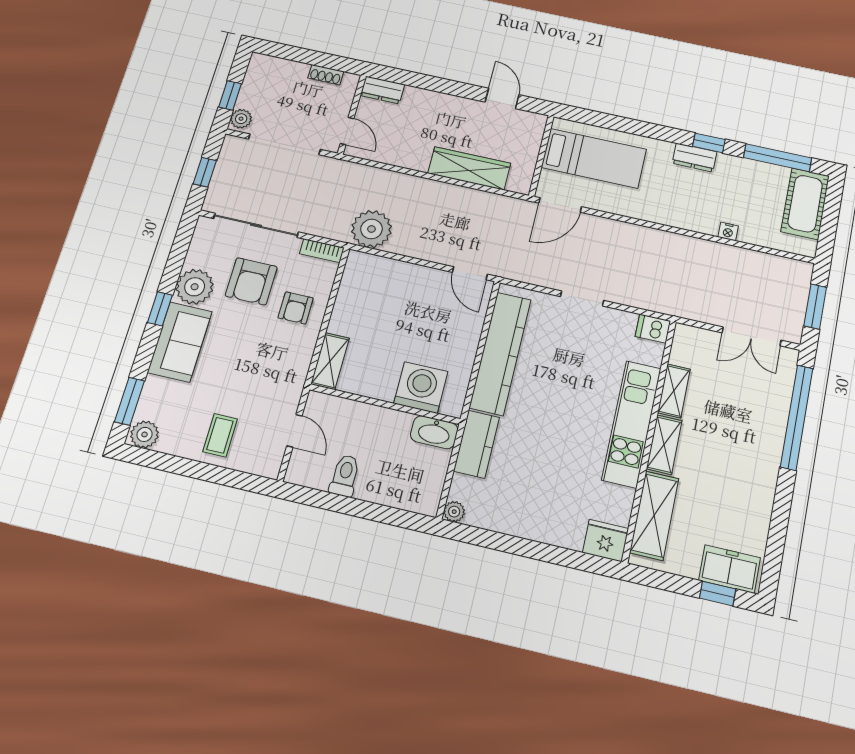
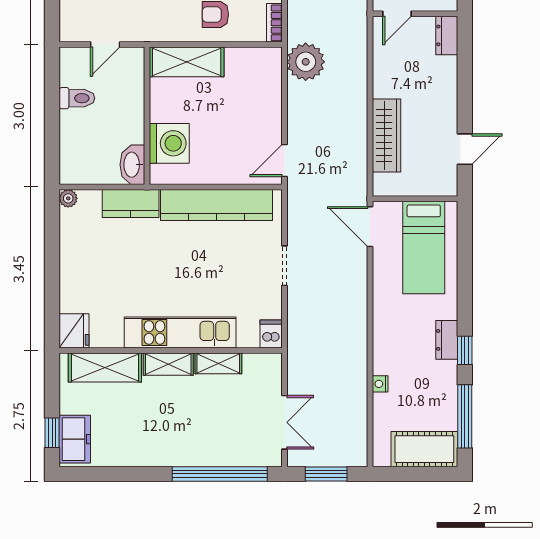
double door: (752, 336) -> (285, 422), swing flipped
shelving: (330, 361) -> (187, 62), width x1.50, depth x1.33

